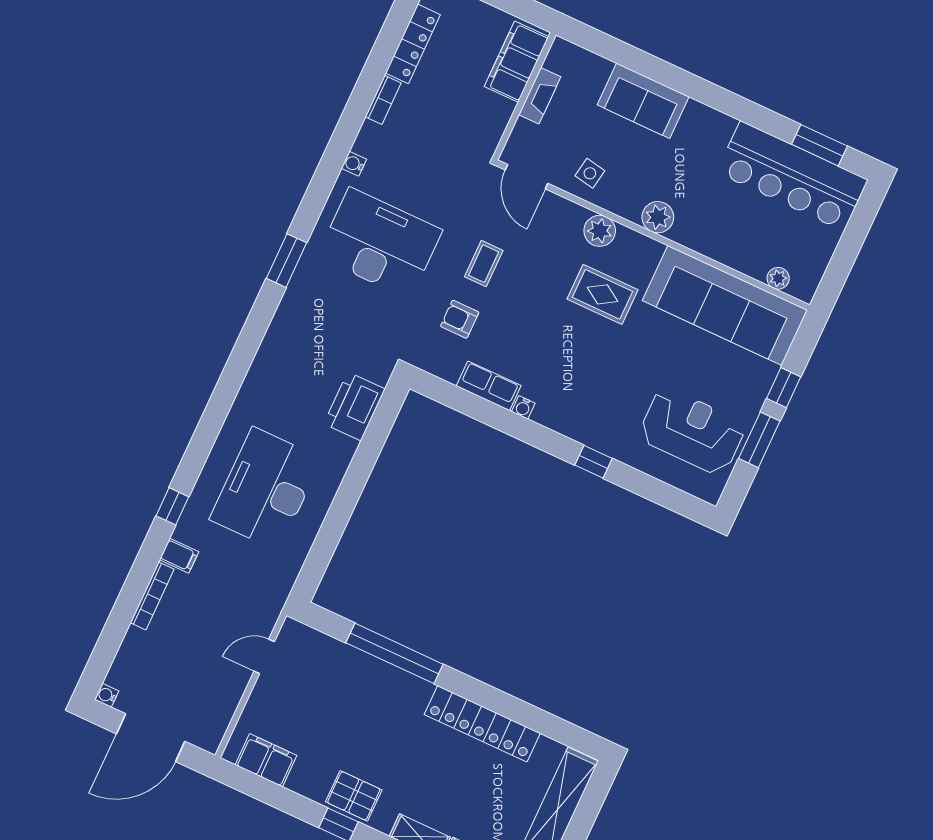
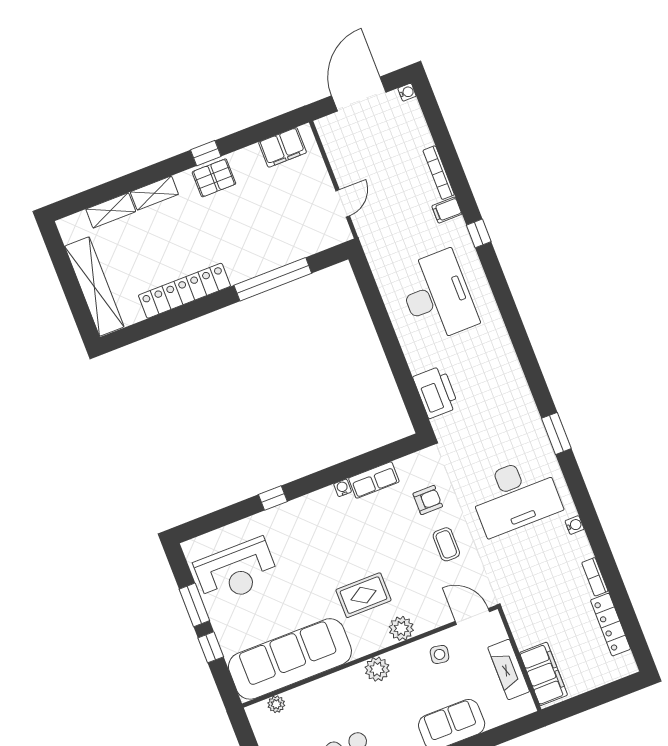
fireplace: (540, 96) -> (509, 669), width x1.37, depth x1.32

